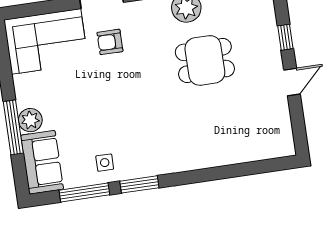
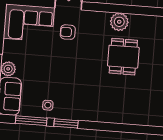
dining table: (205, 60) -> (123, 57), turned 90

